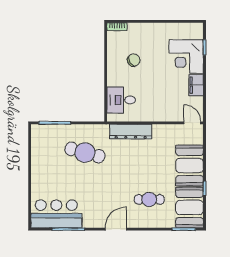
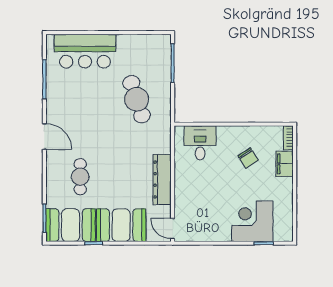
filing cabinet: (196, 85) -> (285, 164), moved, turned -90
door: (192, 123) -> (173, 228), swing flipped
dresser: (131, 132) -> (162, 179), moved
cafe table: (85, 153) -> (137, 99), turned -33
bar counter: (56, 214) -> (85, 51), moved, turned 90

